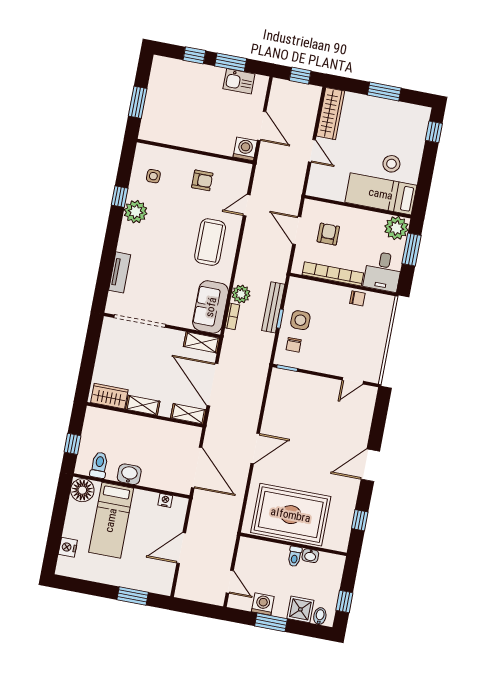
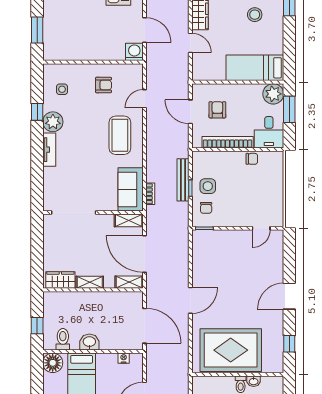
stool: (391, 164) -> (255, 15), moved
tv unit: (120, 272) -> (49, 150), moved
plant: (241, 294) -> (154, 174), removed

